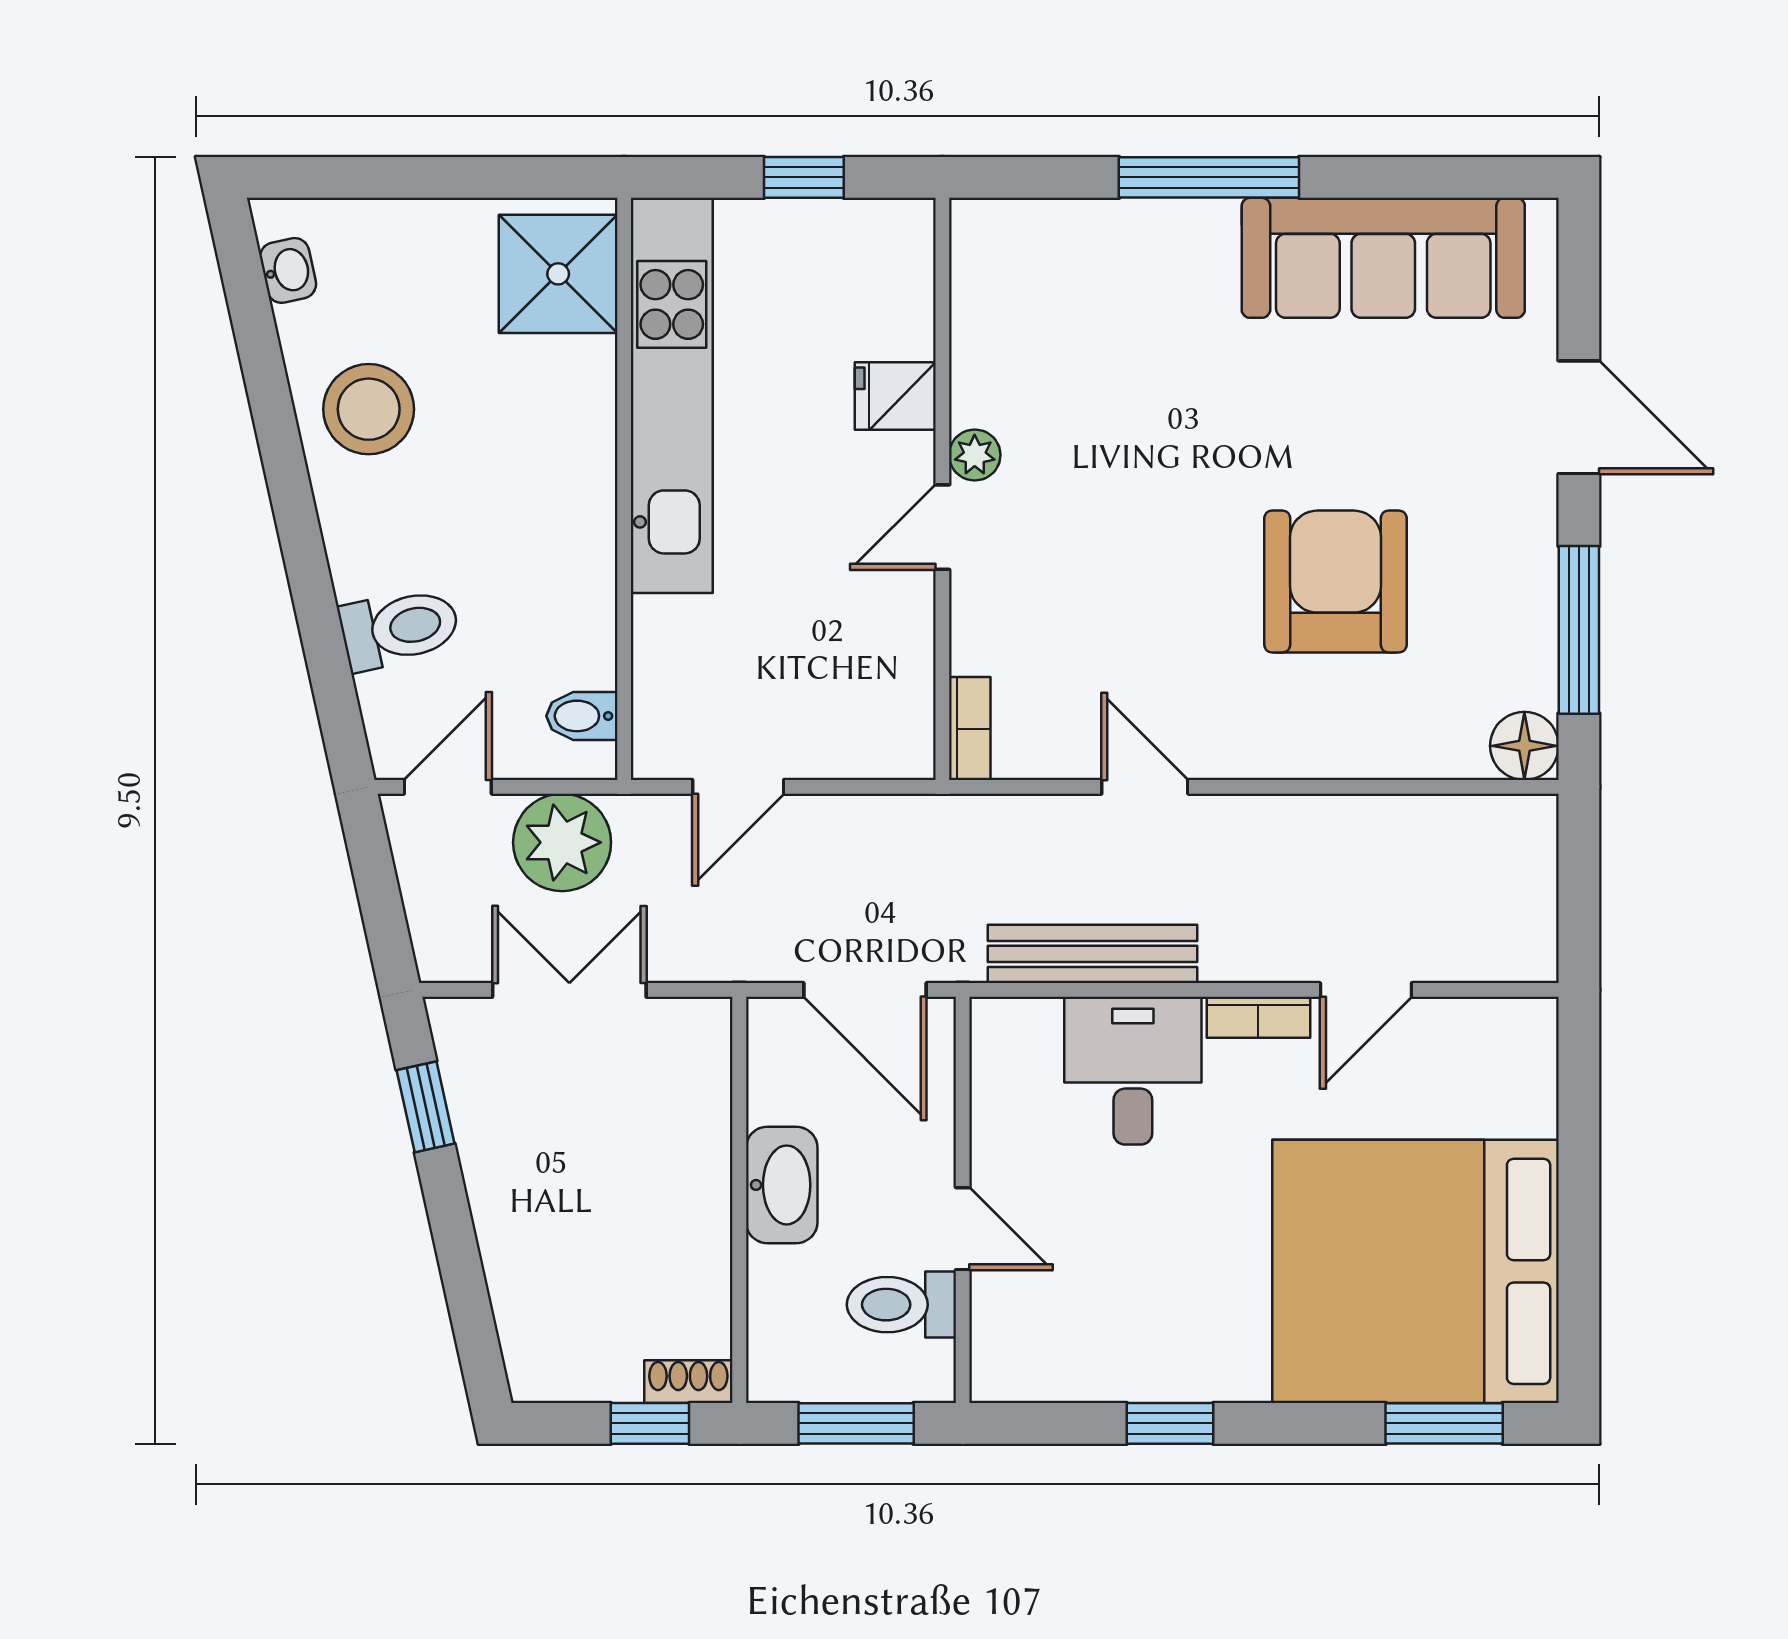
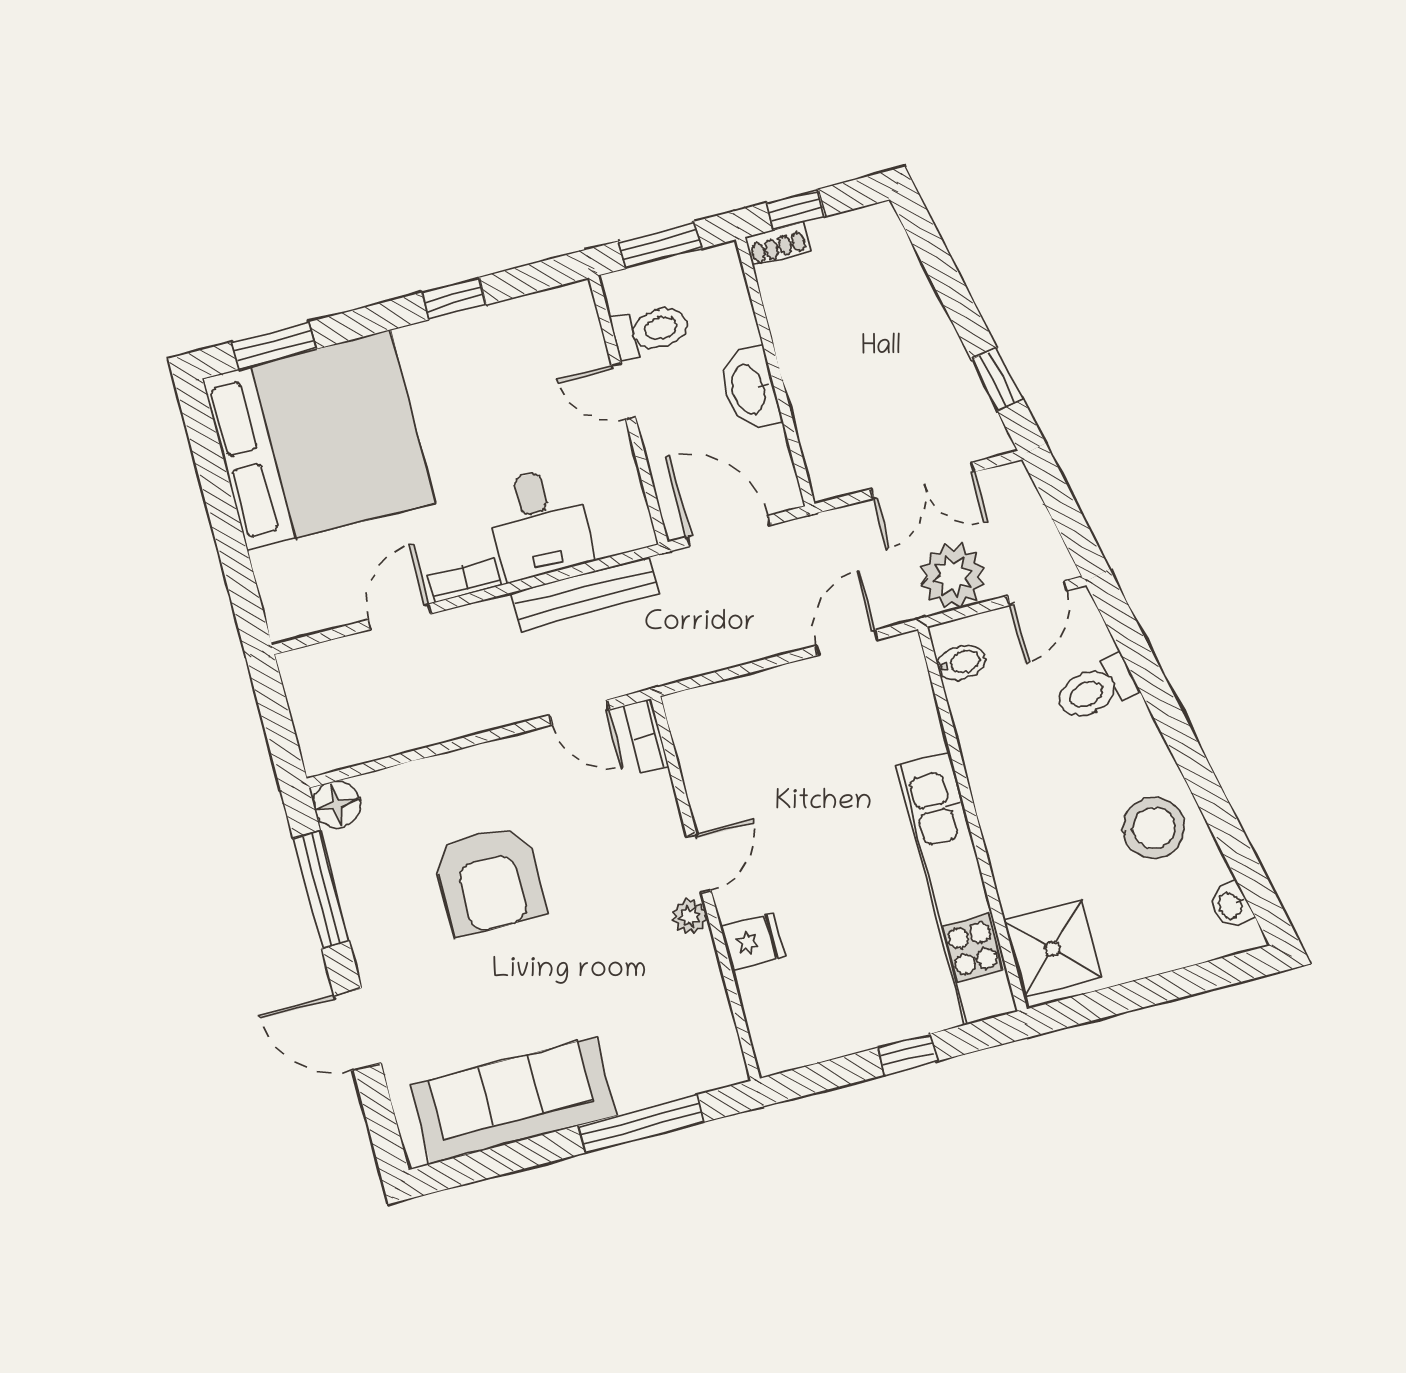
fridge: (895, 396) -> (752, 942), moved
plant: (975, 455) -> (690, 916), moved
wall: (942, 489) -> (705, 889), moved
door: (942, 527) -> (699, 863), moved
bookcase: (970, 729) -> (646, 736), moved

